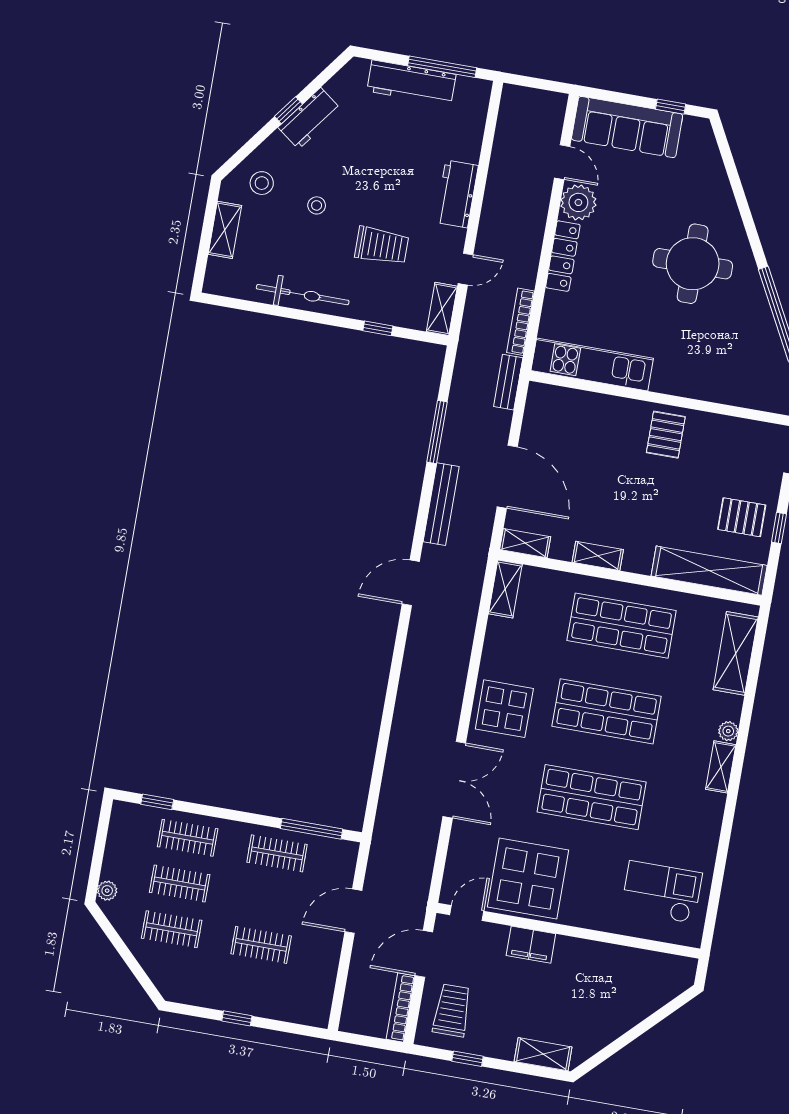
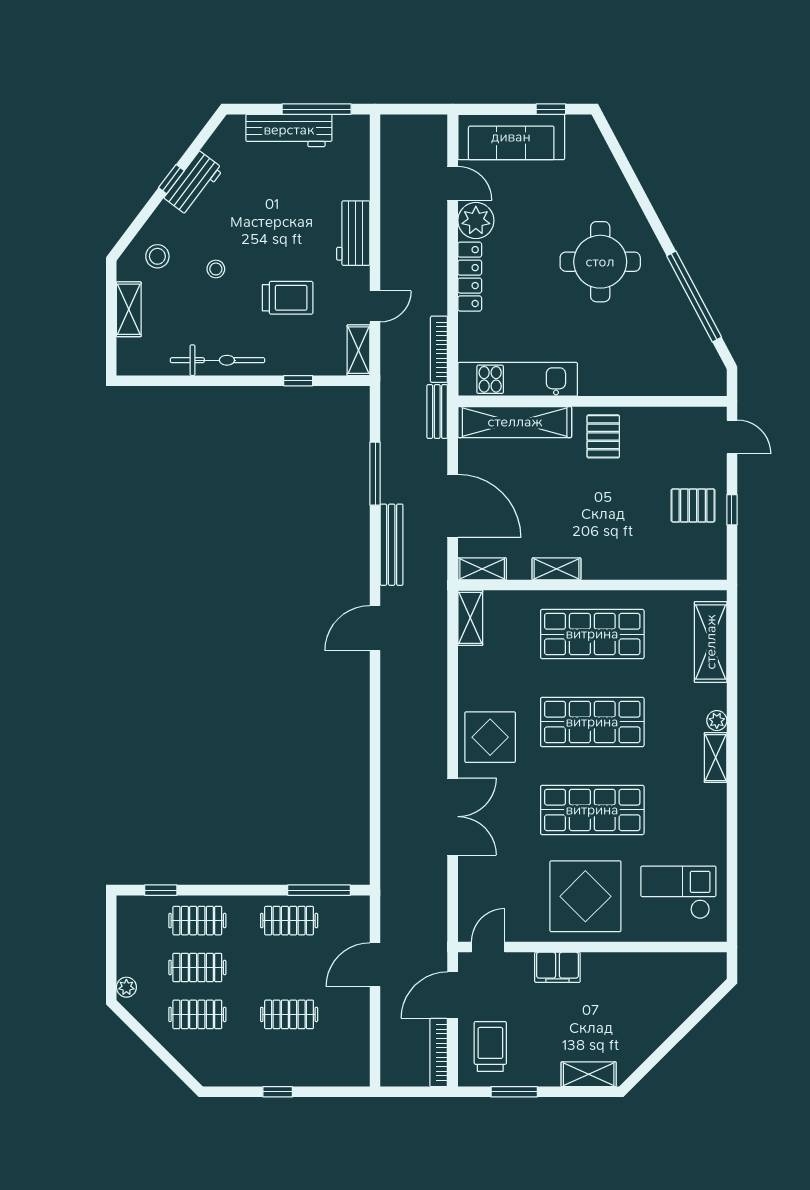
shelving: (709, 571) -> (515, 422), moved
display table: (528, 879) -> (585, 896), moved
window: (468, 1059) -> (514, 1092), width x1.50

